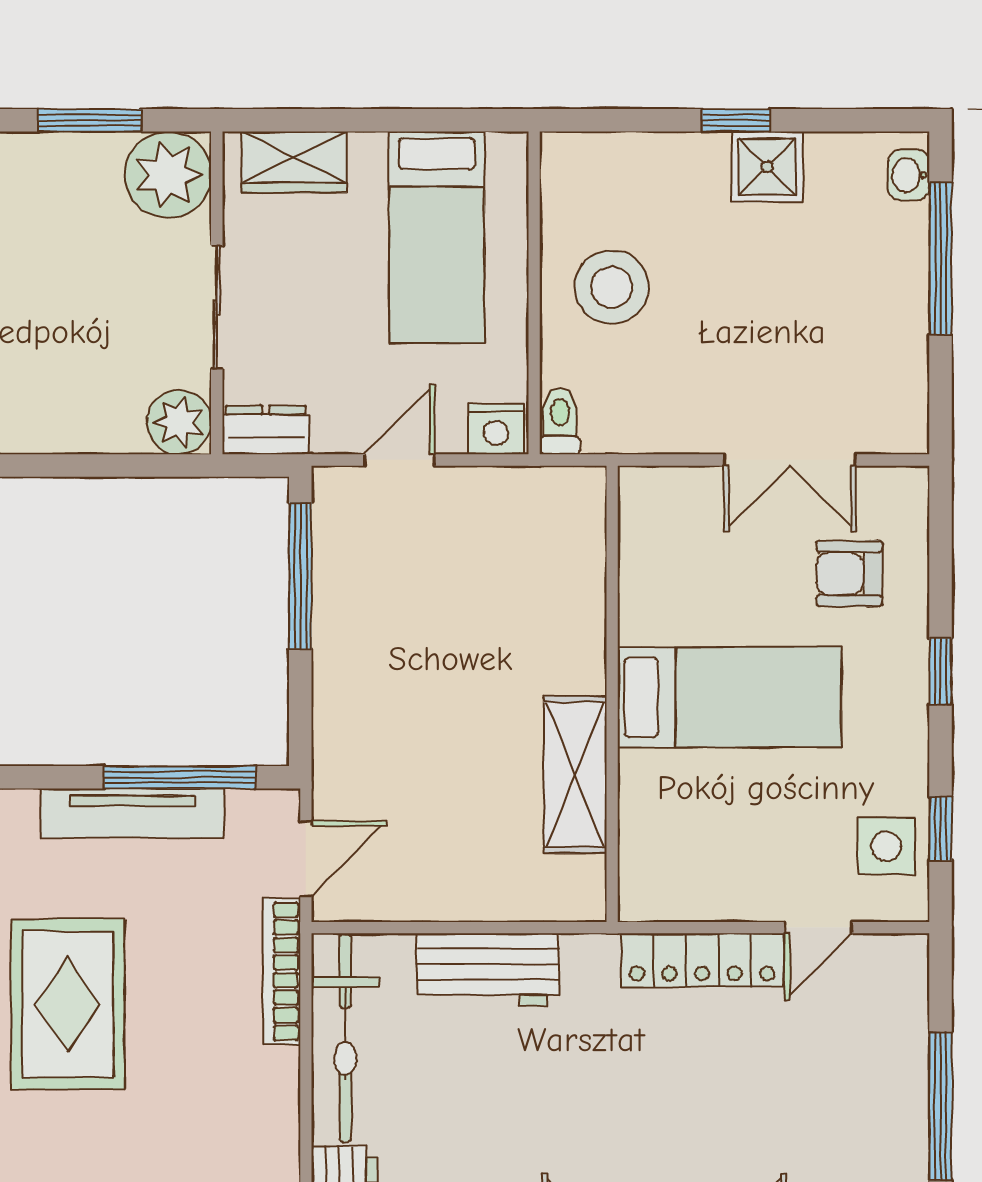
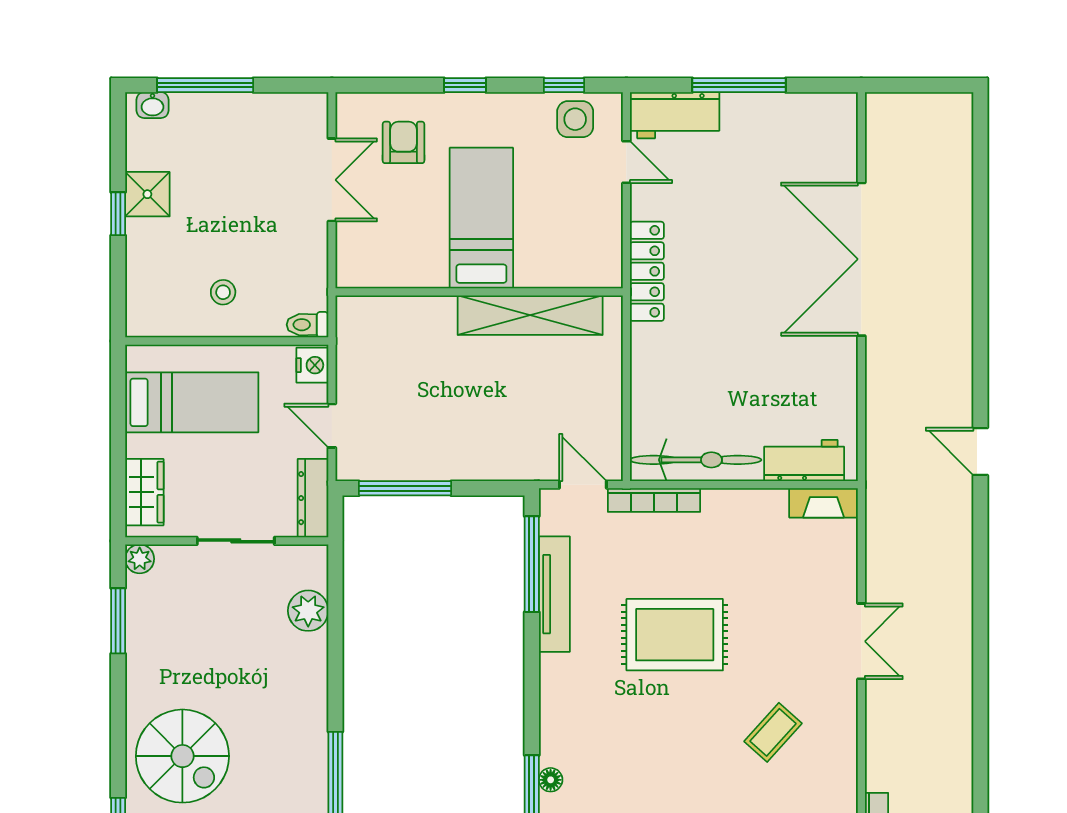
plant: (168, 175) -> (140, 559), width x0.53, depth x0.53
stool: (612, 287) -> (223, 292), width x0.53, depth x0.53
plant: (179, 422) -> (308, 611), moved
dresser: (266, 430) -> (313, 498), width x1.44
armchair: (849, 574) -> (404, 142), turned 180
shelving: (575, 775) -> (530, 315), width x1.47
locker: (702, 960) -> (647, 271), moved
workbench: (488, 970) -> (675, 115), moved, turned 90

